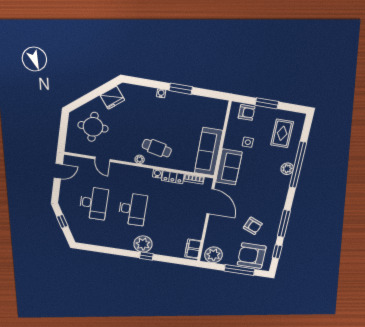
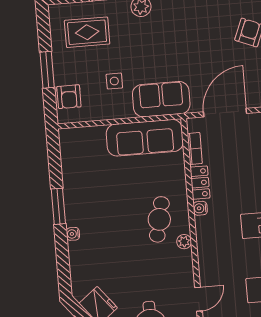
armchair: (246, 113) -> (69, 97), turned 180

